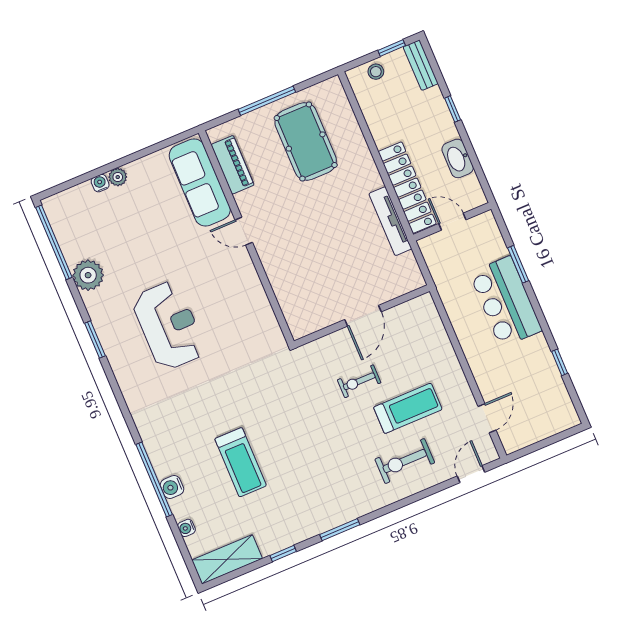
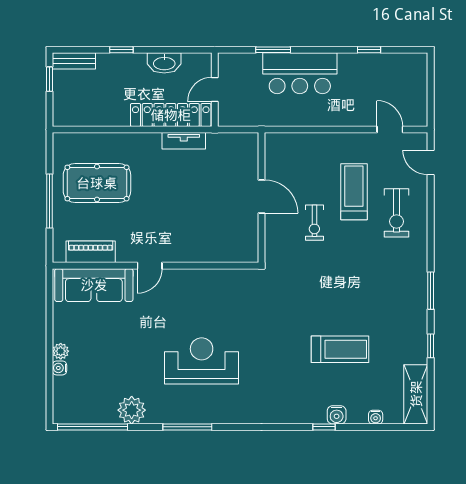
stool: (376, 72) -> (64, 100), removed
tv unit: (390, 221) -> (184, 141), width x0.71
window: (95, 340) -> (187, 427), width x1.44
window: (154, 479) -> (324, 427), width x0.32

